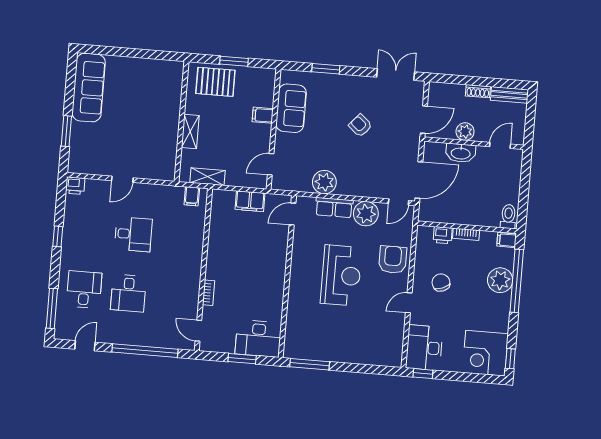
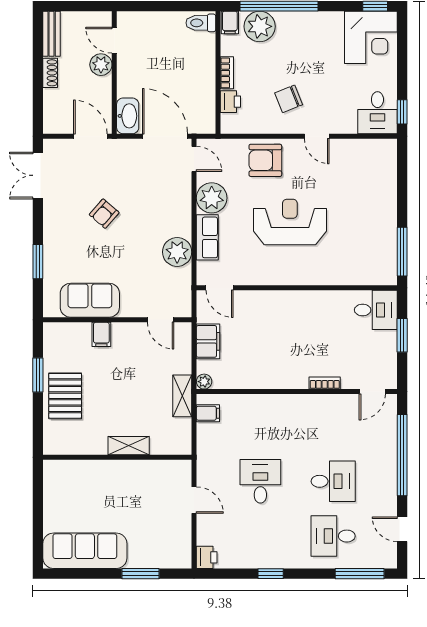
wall: (181, 122) -> (117, 457), moved
shelving: (190, 132) -> (129, 446), moved
plant: (465, 132) -> (101, 65), moved
washbasin: (461, 153) -> (128, 116), moved
plant: (218, 195) -> (204, 382), added
plant: (500, 280) -> (260, 26), moved
desk: (258, 339) -> (376, 310), width x0.73
desk: (424, 348) -> (377, 113), width x0.73

